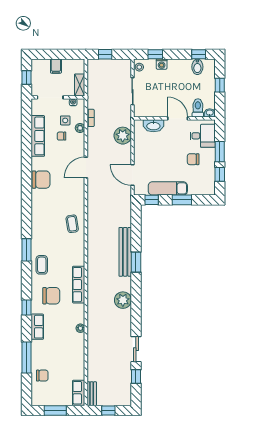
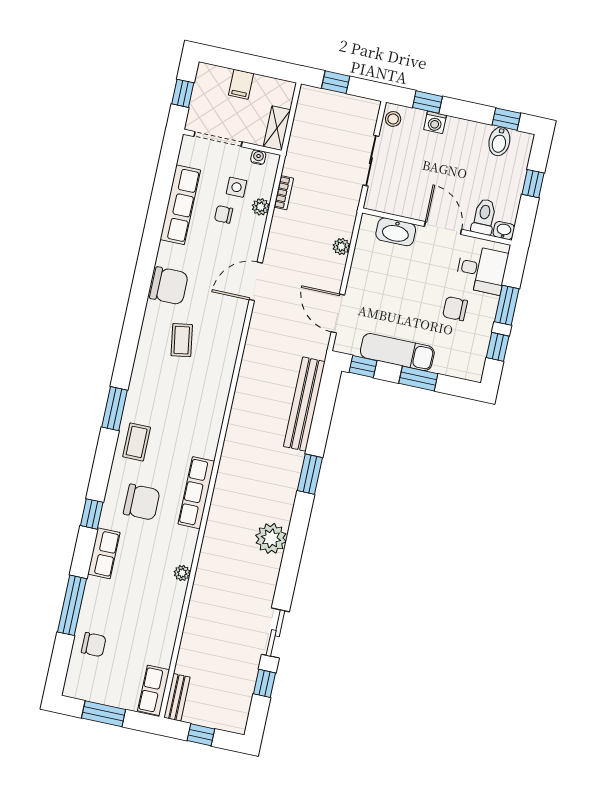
plant: (123, 136) -> (341, 247), width x0.53, depth x0.53
coffee table: (72, 224) -> (182, 340), moved
bench: (125, 252) -> (304, 404), moved

